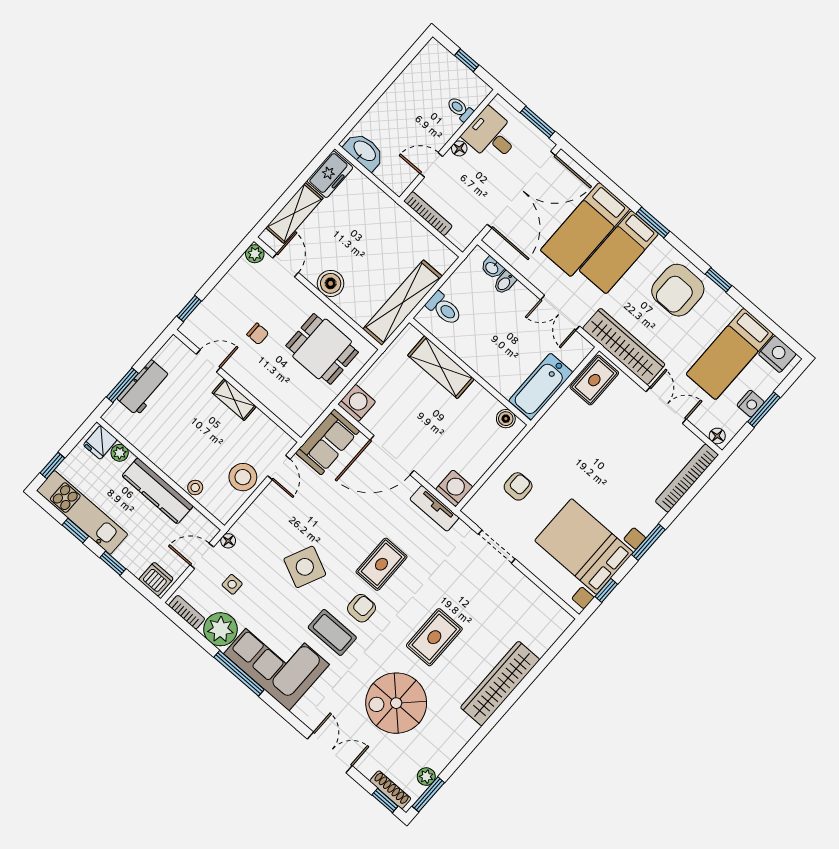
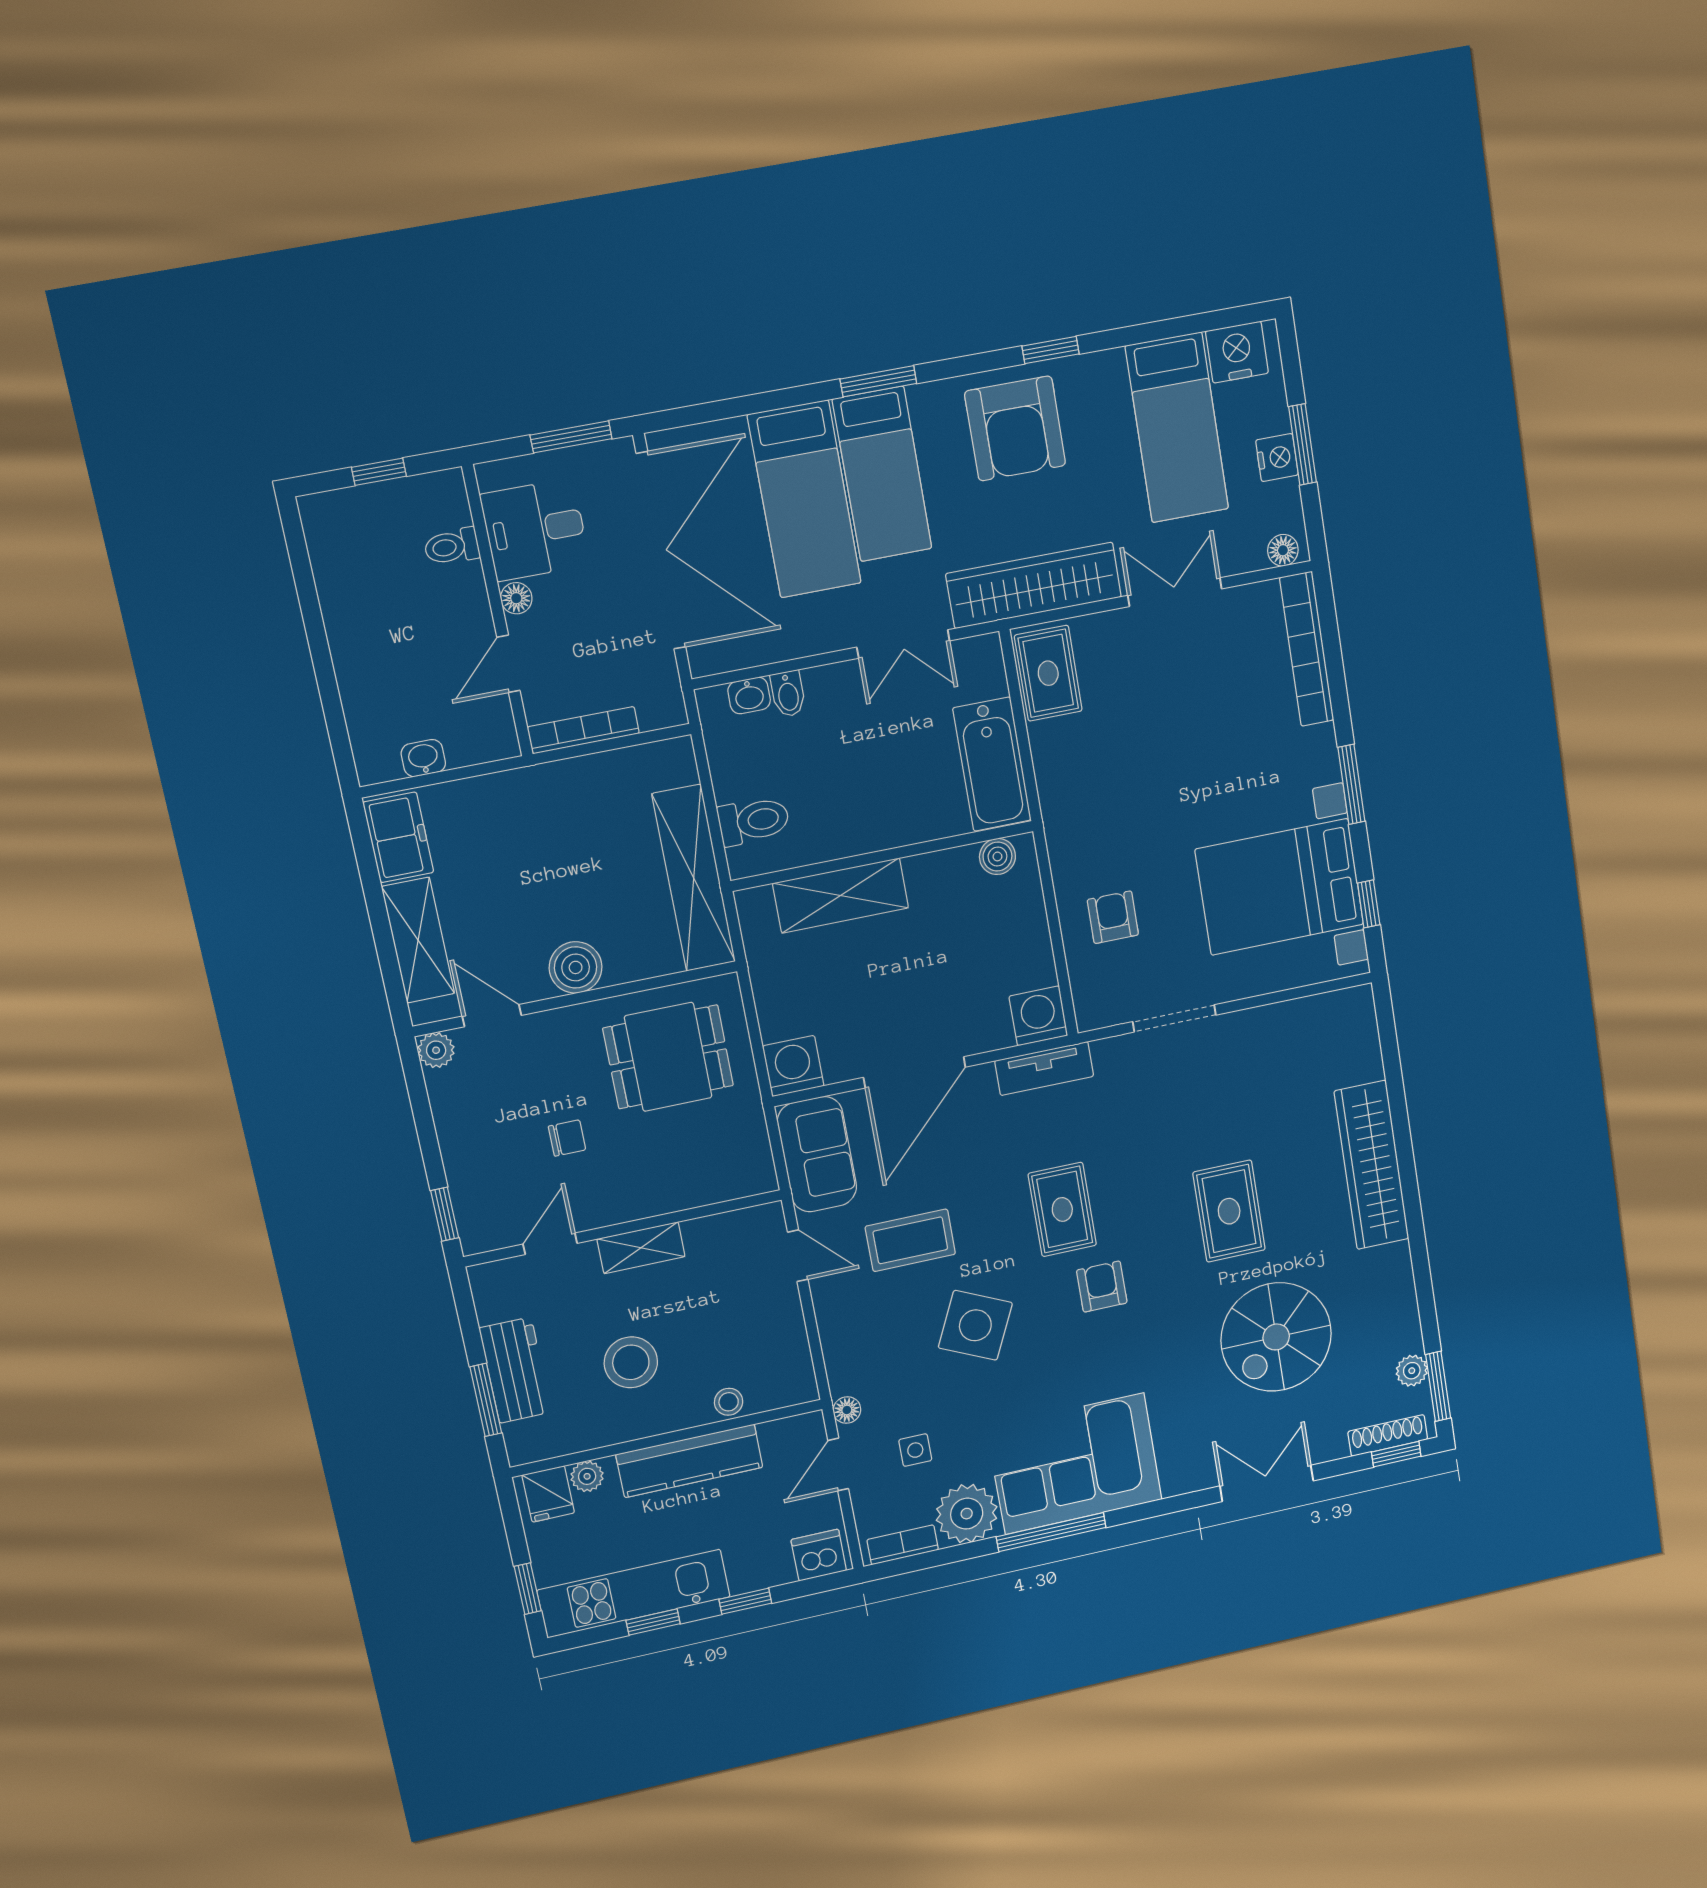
washbasin: (364, 151) -> (423, 758), width x0.52, depth x0.69
stool: (243, 477) -> (631, 1362), moved
coffee table: (332, 632) -> (910, 1240), moved

